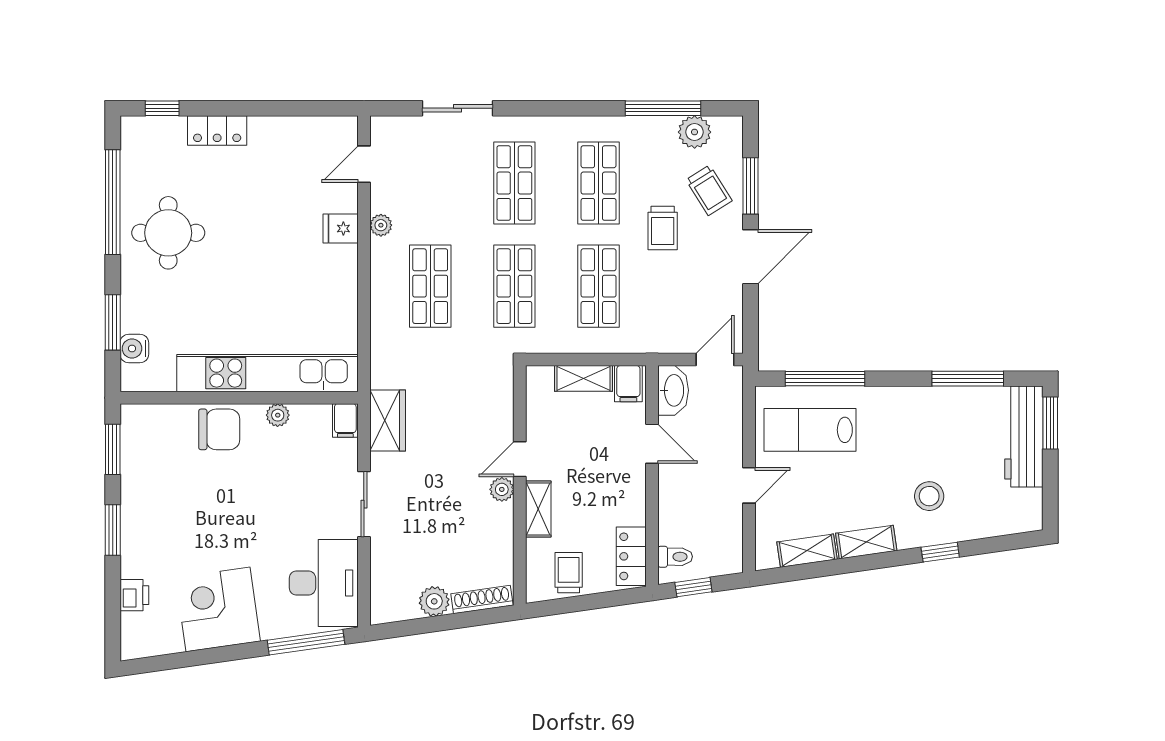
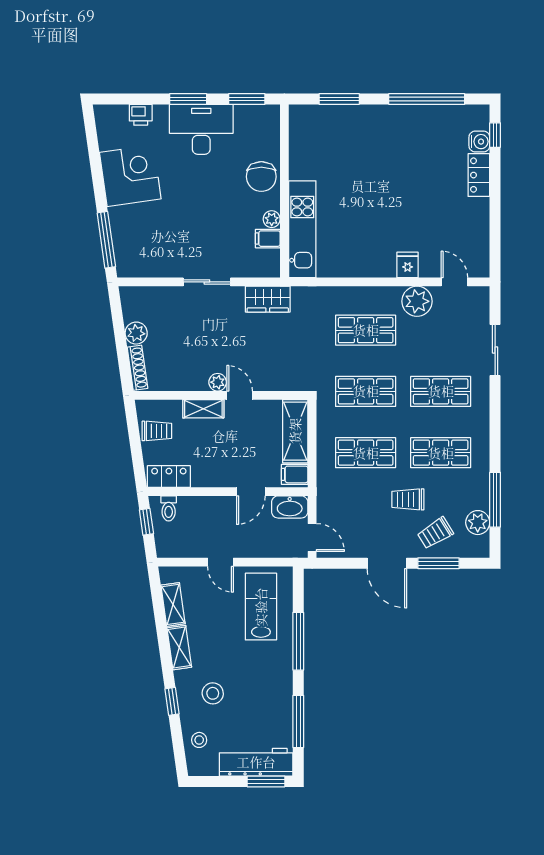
plant: (381, 225) -> (417, 301), width x1.87, depth x1.87
round table: (168, 233) -> (404, 139), removed
water cooler: (134, 348) -> (479, 142), moved, turned 90
kitchen unit: (267, 373) -> (302, 229), width x0.73
shelving: (583, 378) -> (295, 431), width x1.50, depth x1.33
window: (825, 379) -> (298, 641), moved
filing cabinet: (345, 421) -> (268, 239), moved
stool: (993, 515) -> (199, 740), added
desk: (324, 583) -> (201, 129), moved, turned 180

